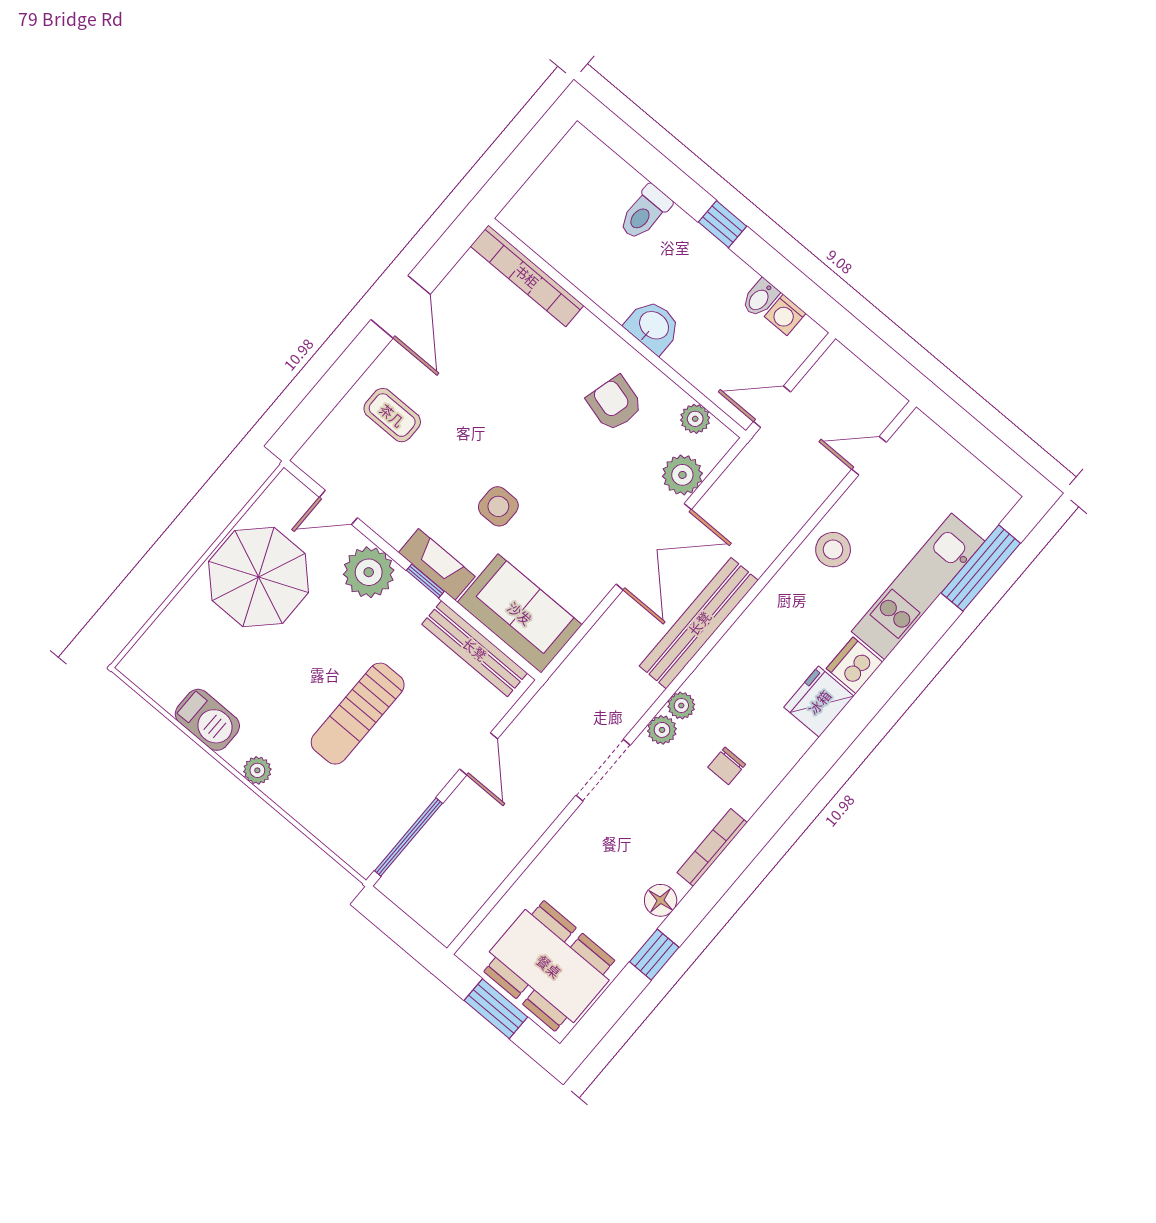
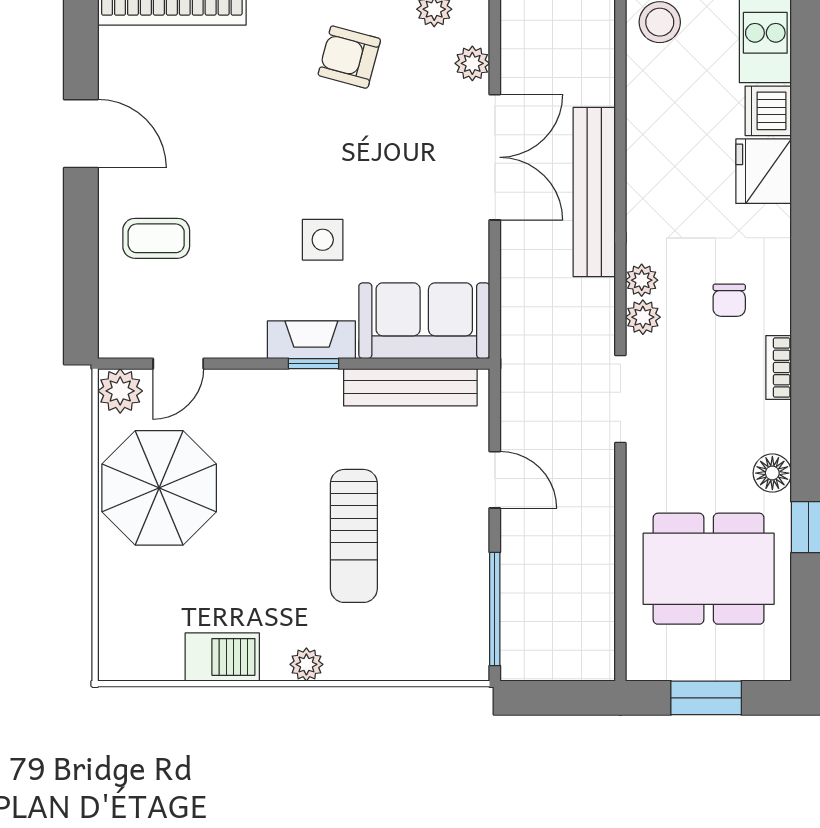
plant: (682, 475) -> (472, 63), width x0.73, depth x0.73
plant: (369, 572) -> (120, 391), moved, width x0.73, depth x0.73
bookcase: (712, 847) -> (779, 368), width x0.64
dining table: (549, 966) -> (709, 569), moved

